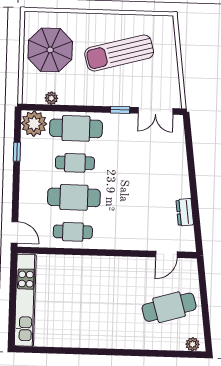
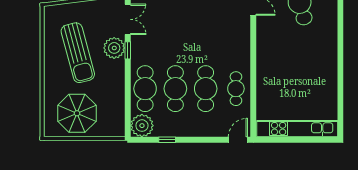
plant: (51, 98) -> (114, 48), moved, width x1.88, depth x1.88
cafe table: (75, 163) -> (175, 89), width x1.37, depth x1.35

